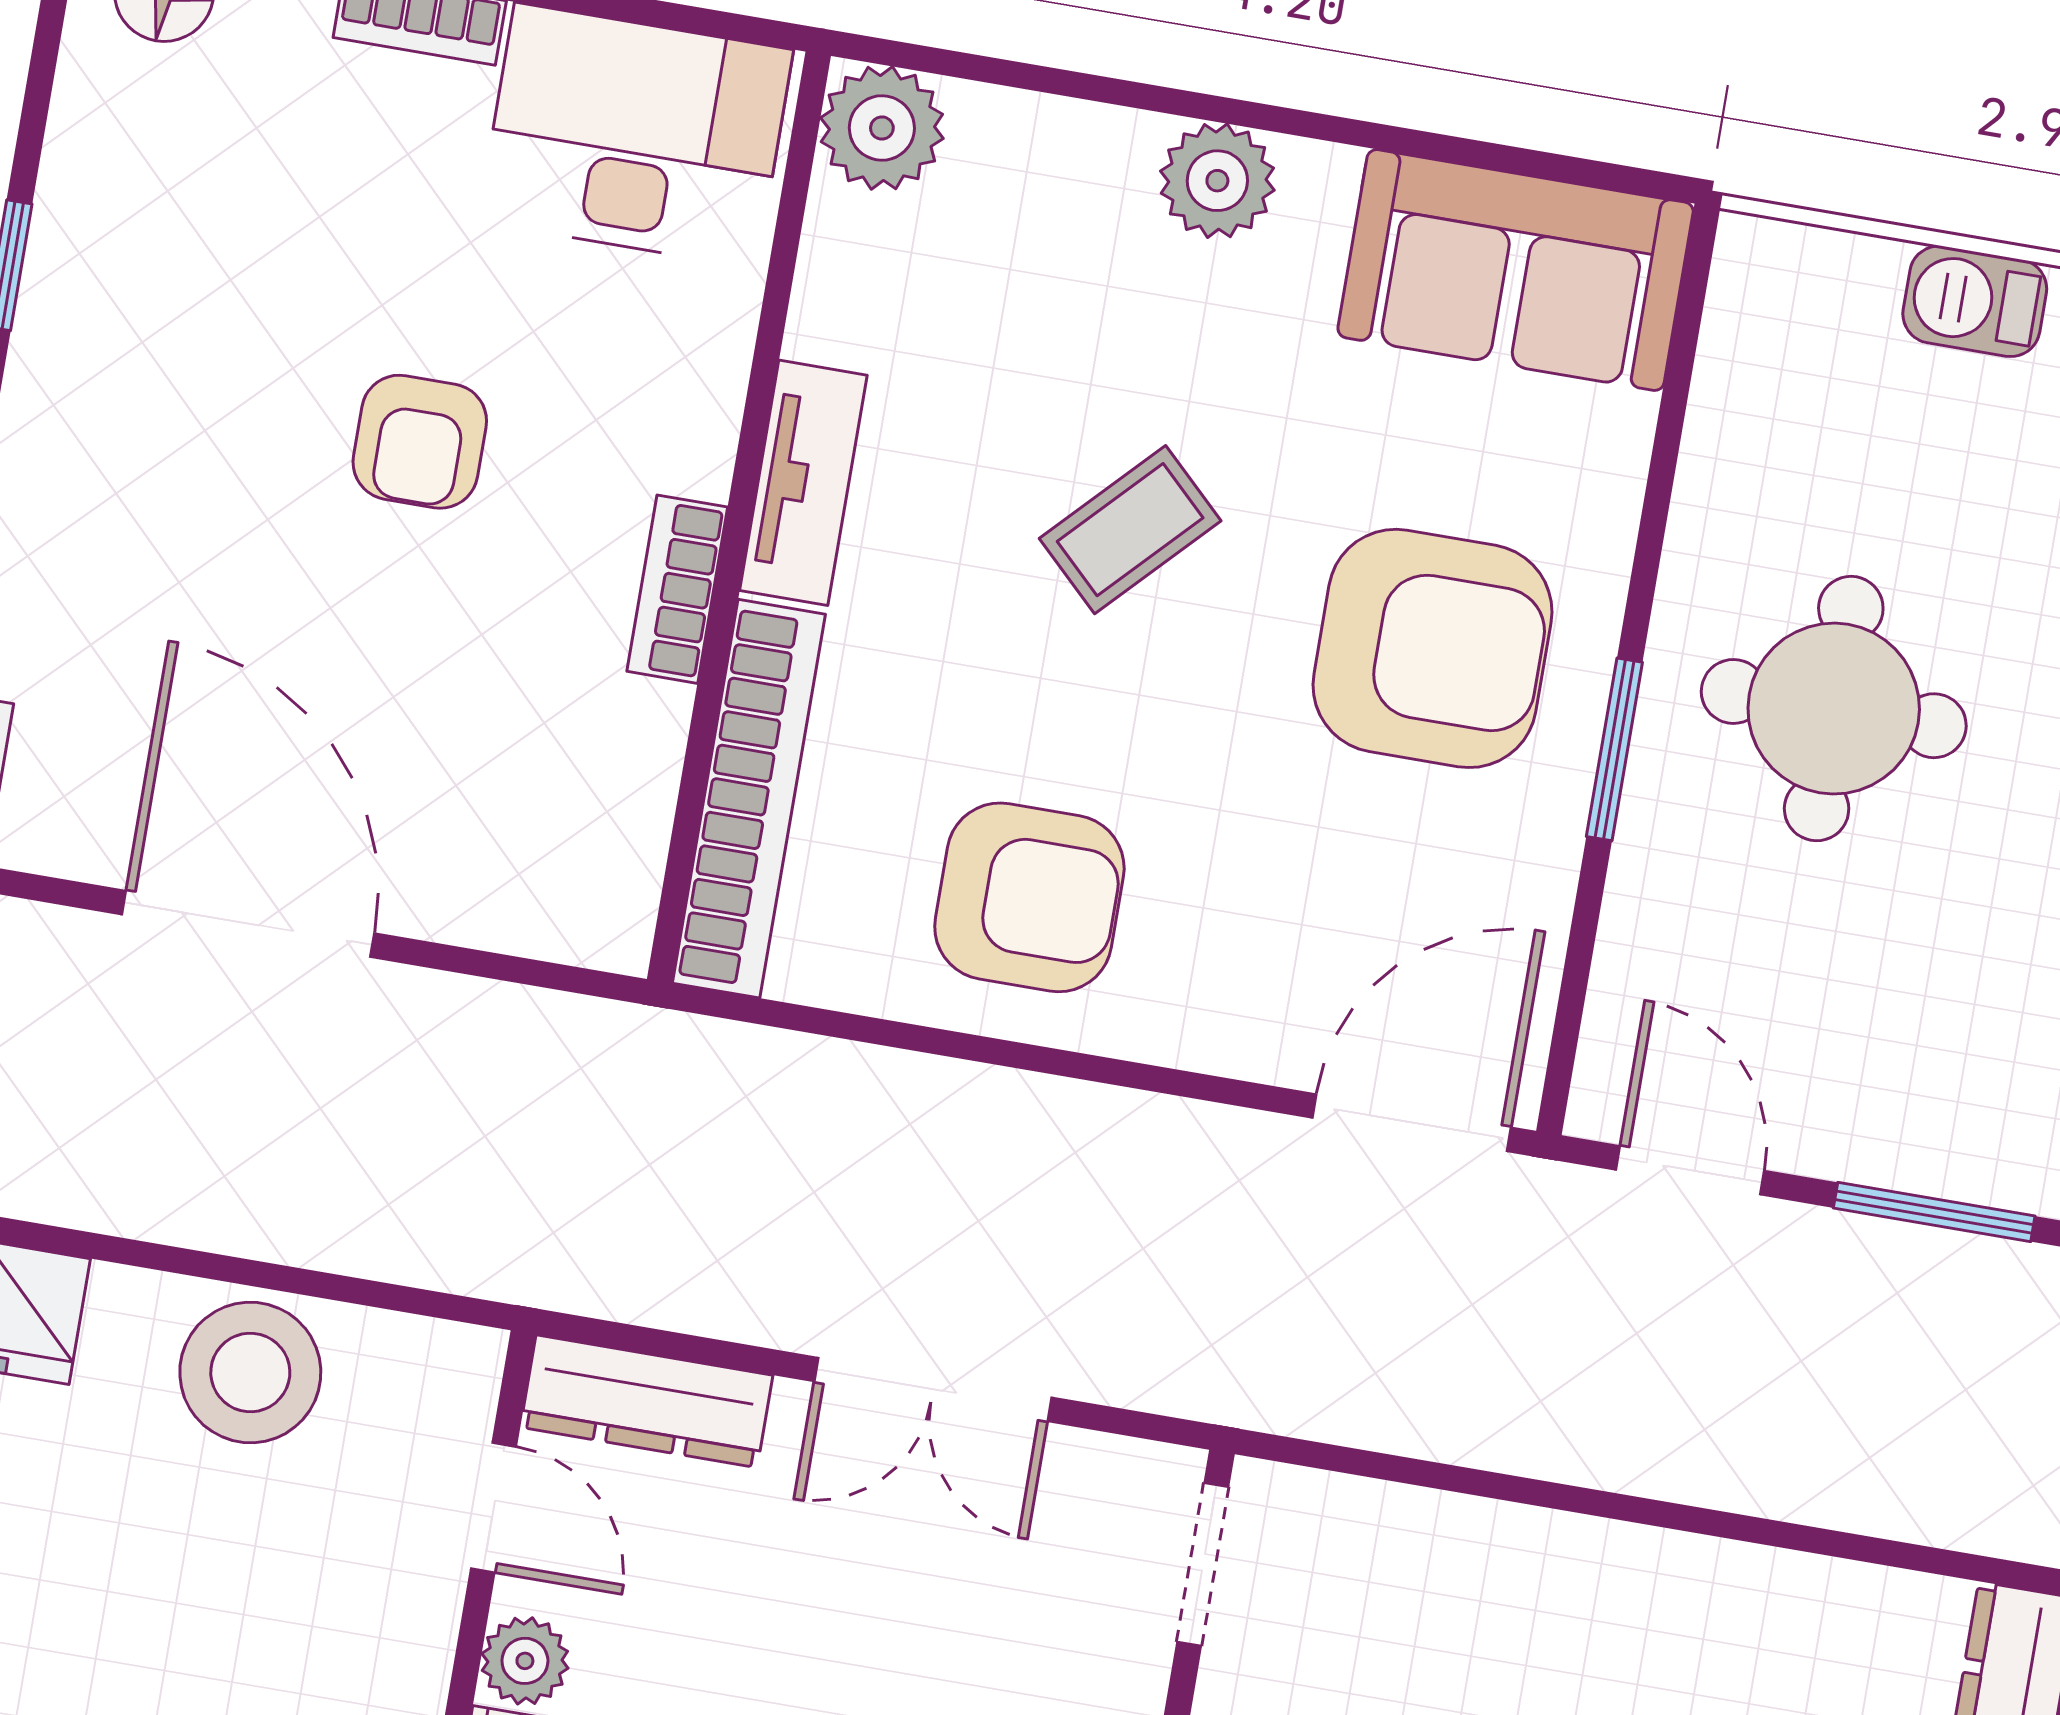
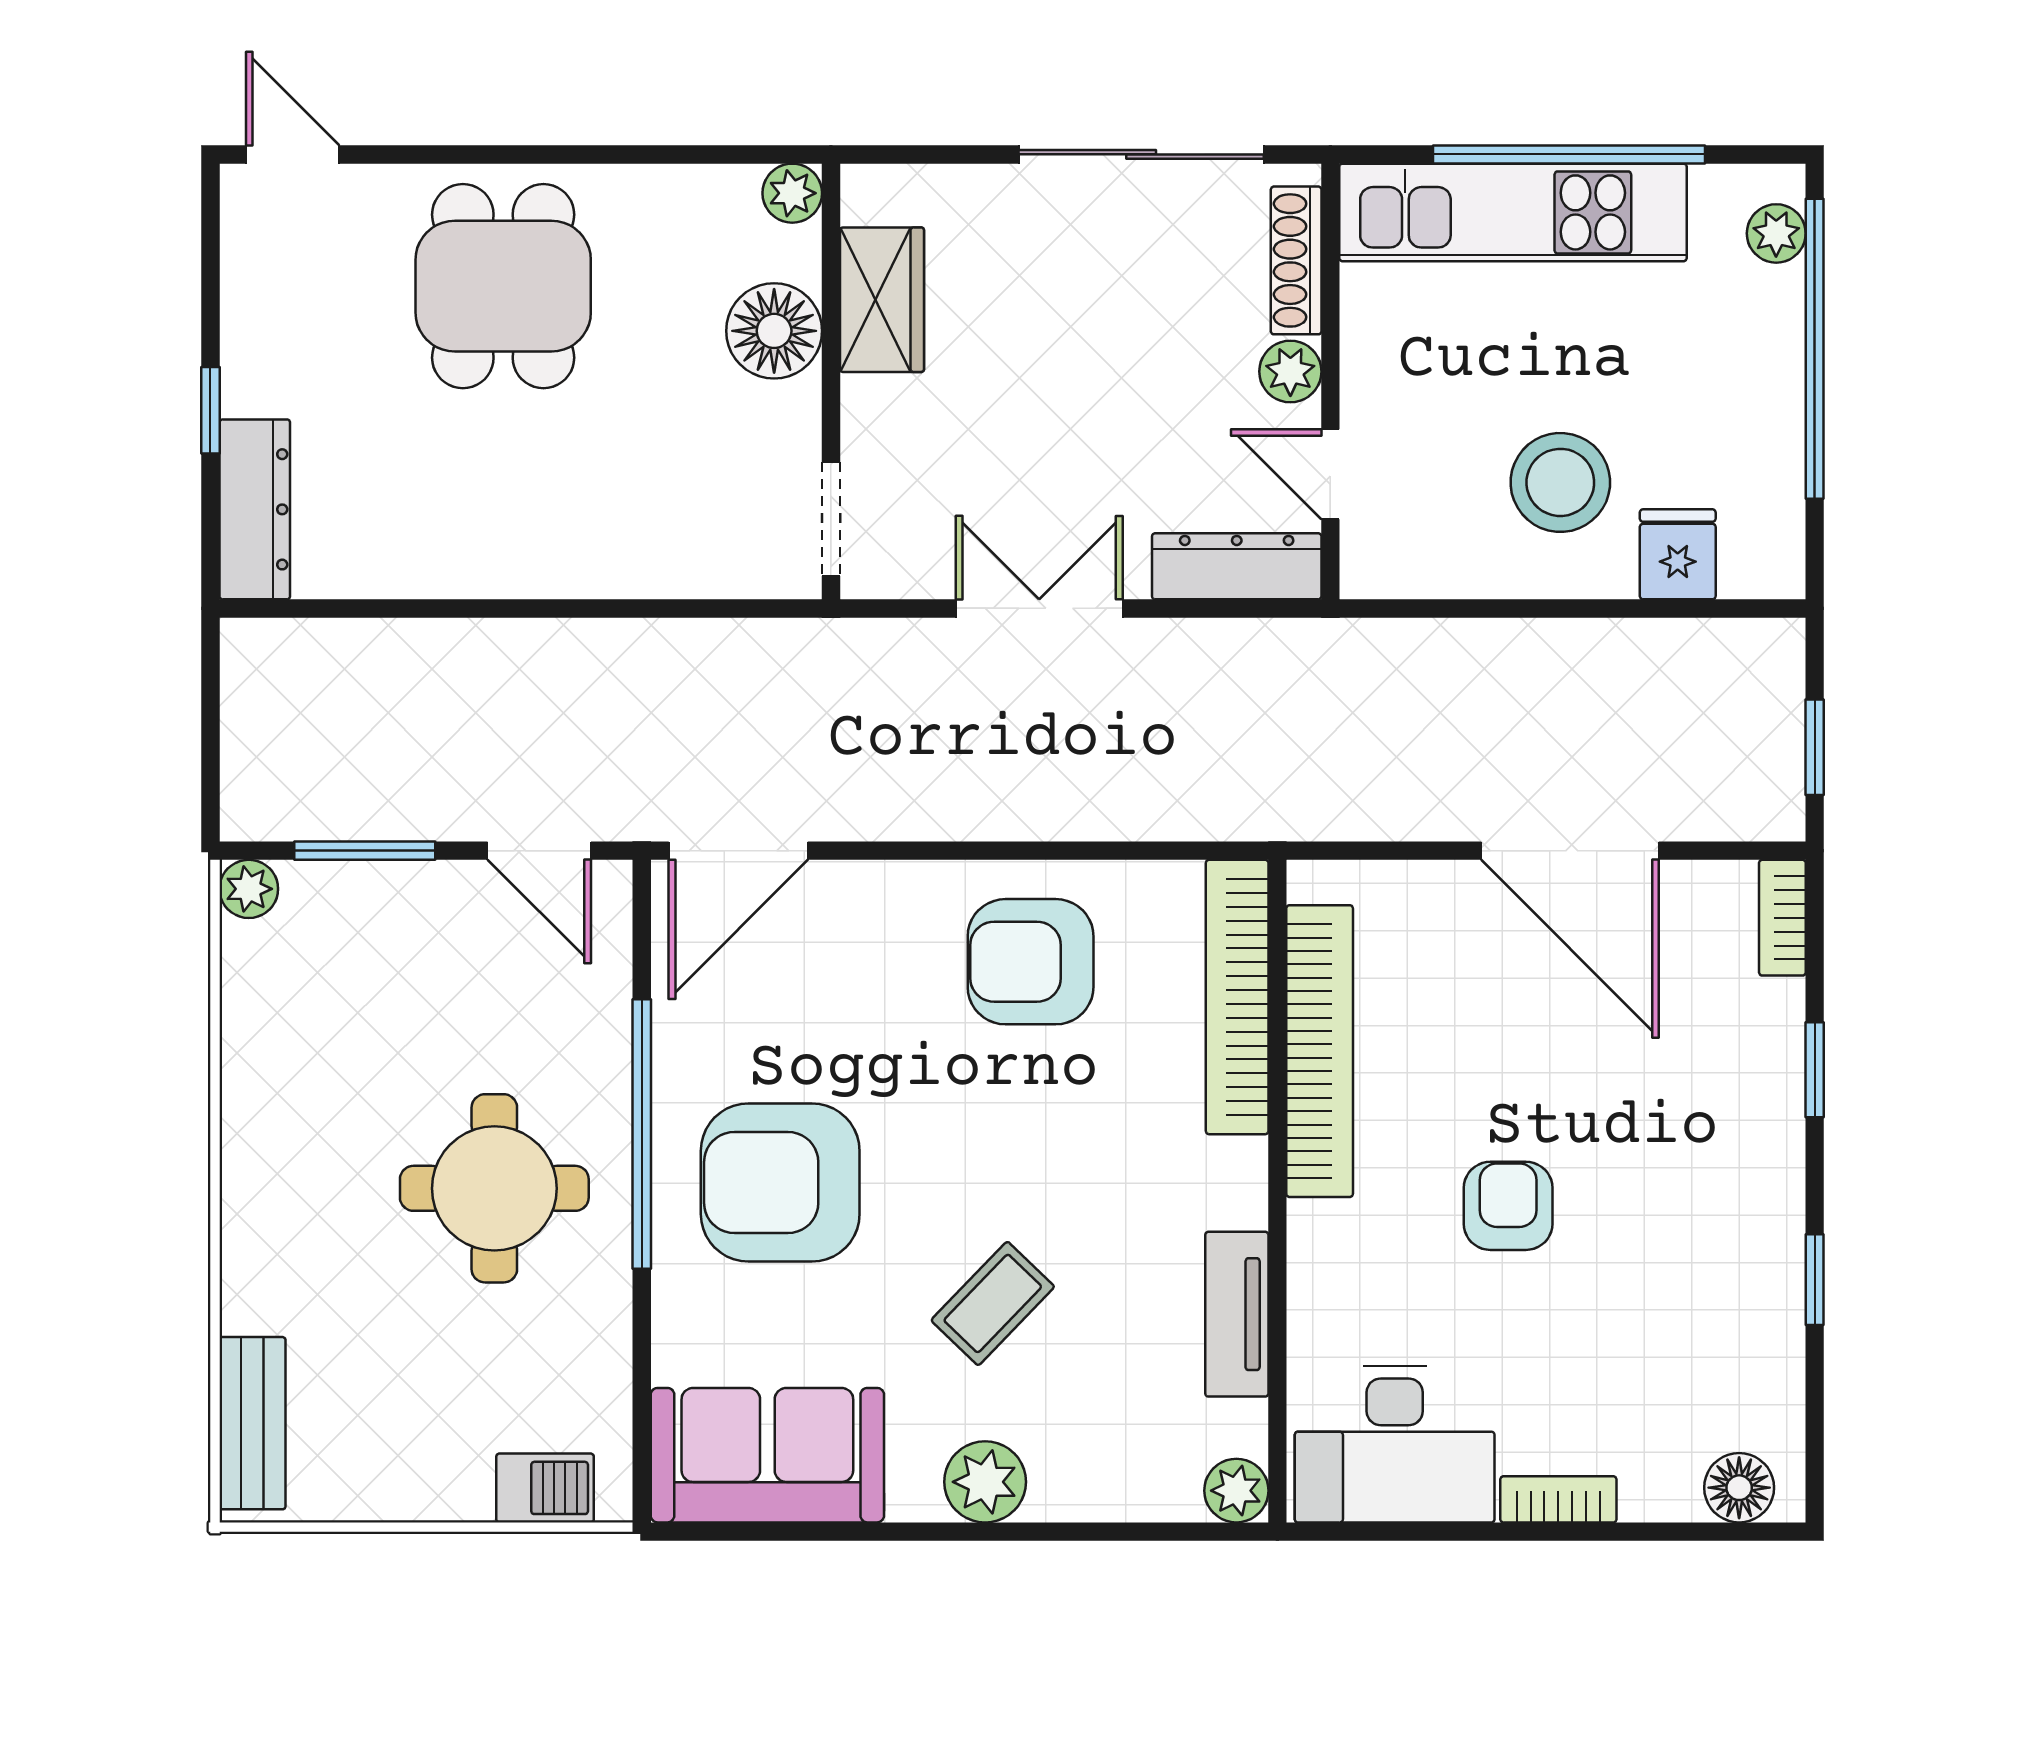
plant: (882, 128) -> (1236, 1491), width x0.73, depth x0.73
barbecue: (1975, 301) -> (545, 1488), moved
tv unit: (803, 483) -> (1237, 1314), moved
coffee table: (1130, 530) -> (993, 1303), moved
bookcase: (677, 589) -> (1320, 1051), width x2.31, depth x1.31
window: (1614, 749) -> (642, 1134), width x2.11
stool: (250, 1372) -> (1560, 482), moved

